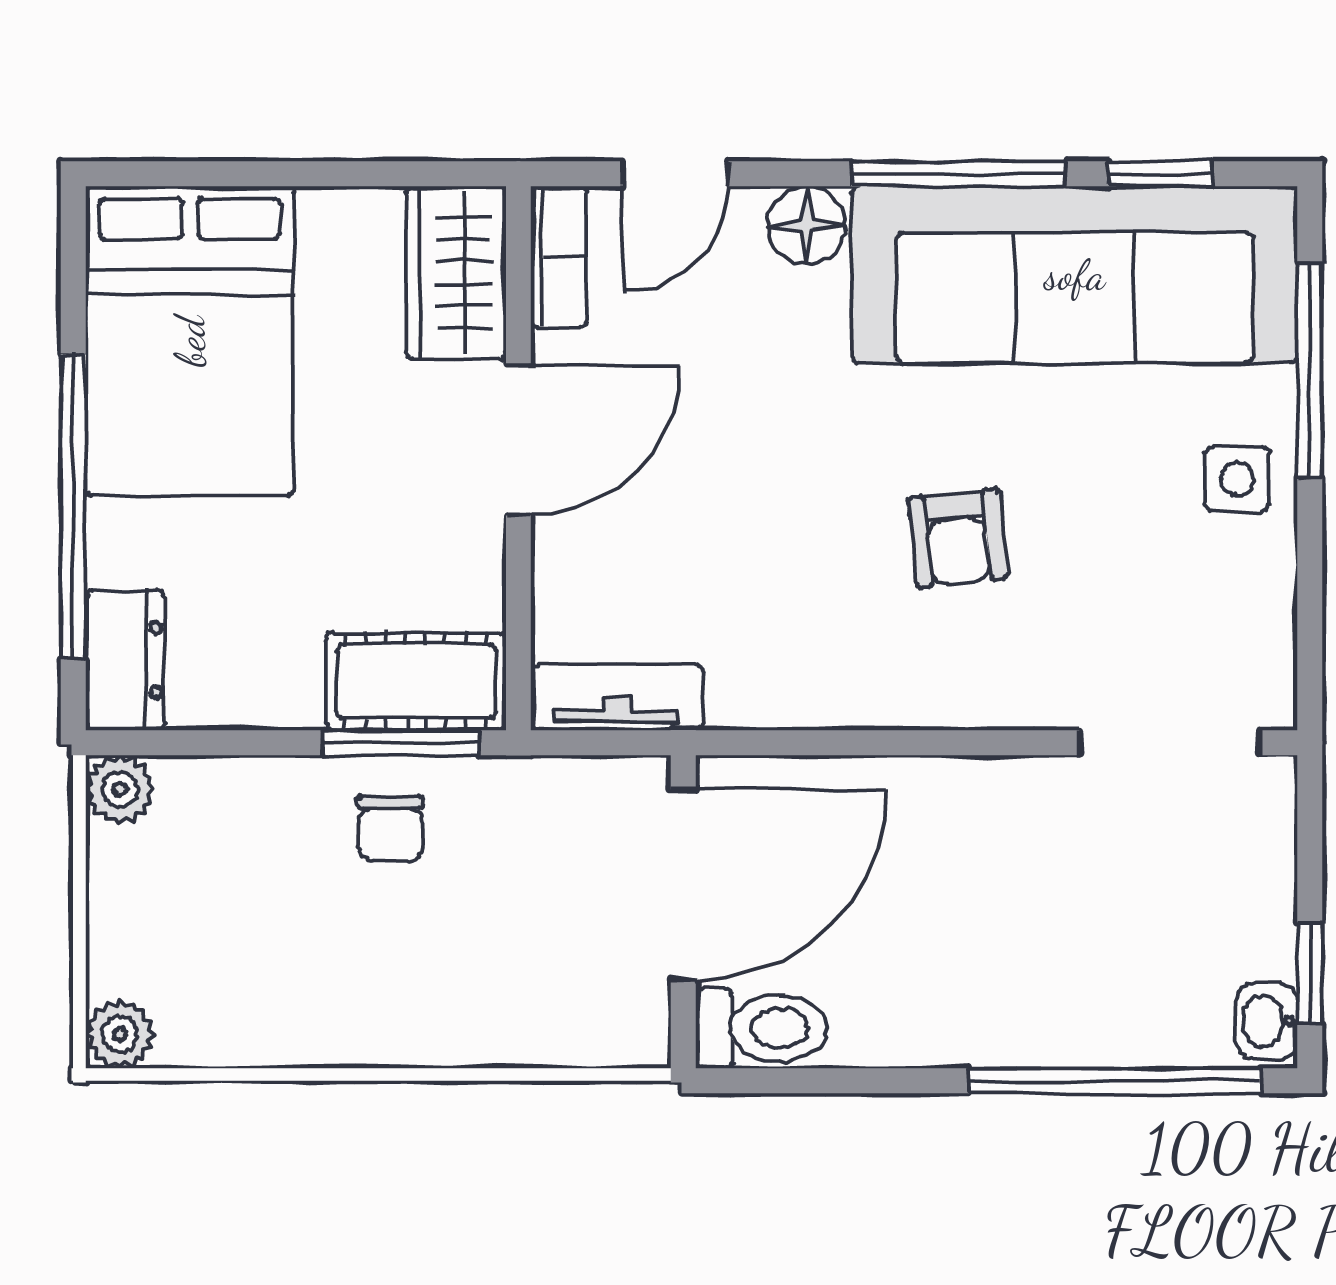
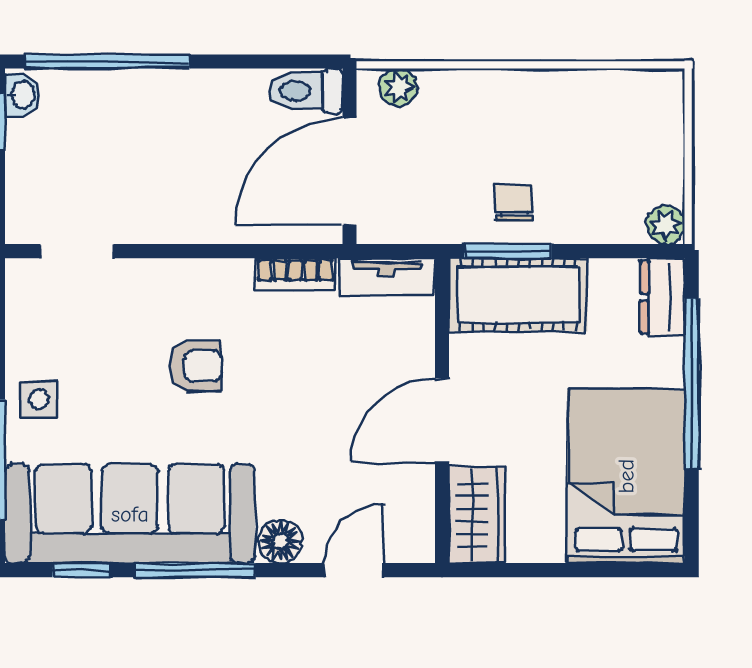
bookcase: (559, 257) -> (295, 274), moved, turned -90
armchair: (958, 538) -> (196, 366), turned 96
cot: (416, 681) -> (518, 295), width x1.37, depth x1.34
doorway: (1169, 743) -> (77, 251), width x0.73
plant: (120, 1034) -> (398, 87), moved

